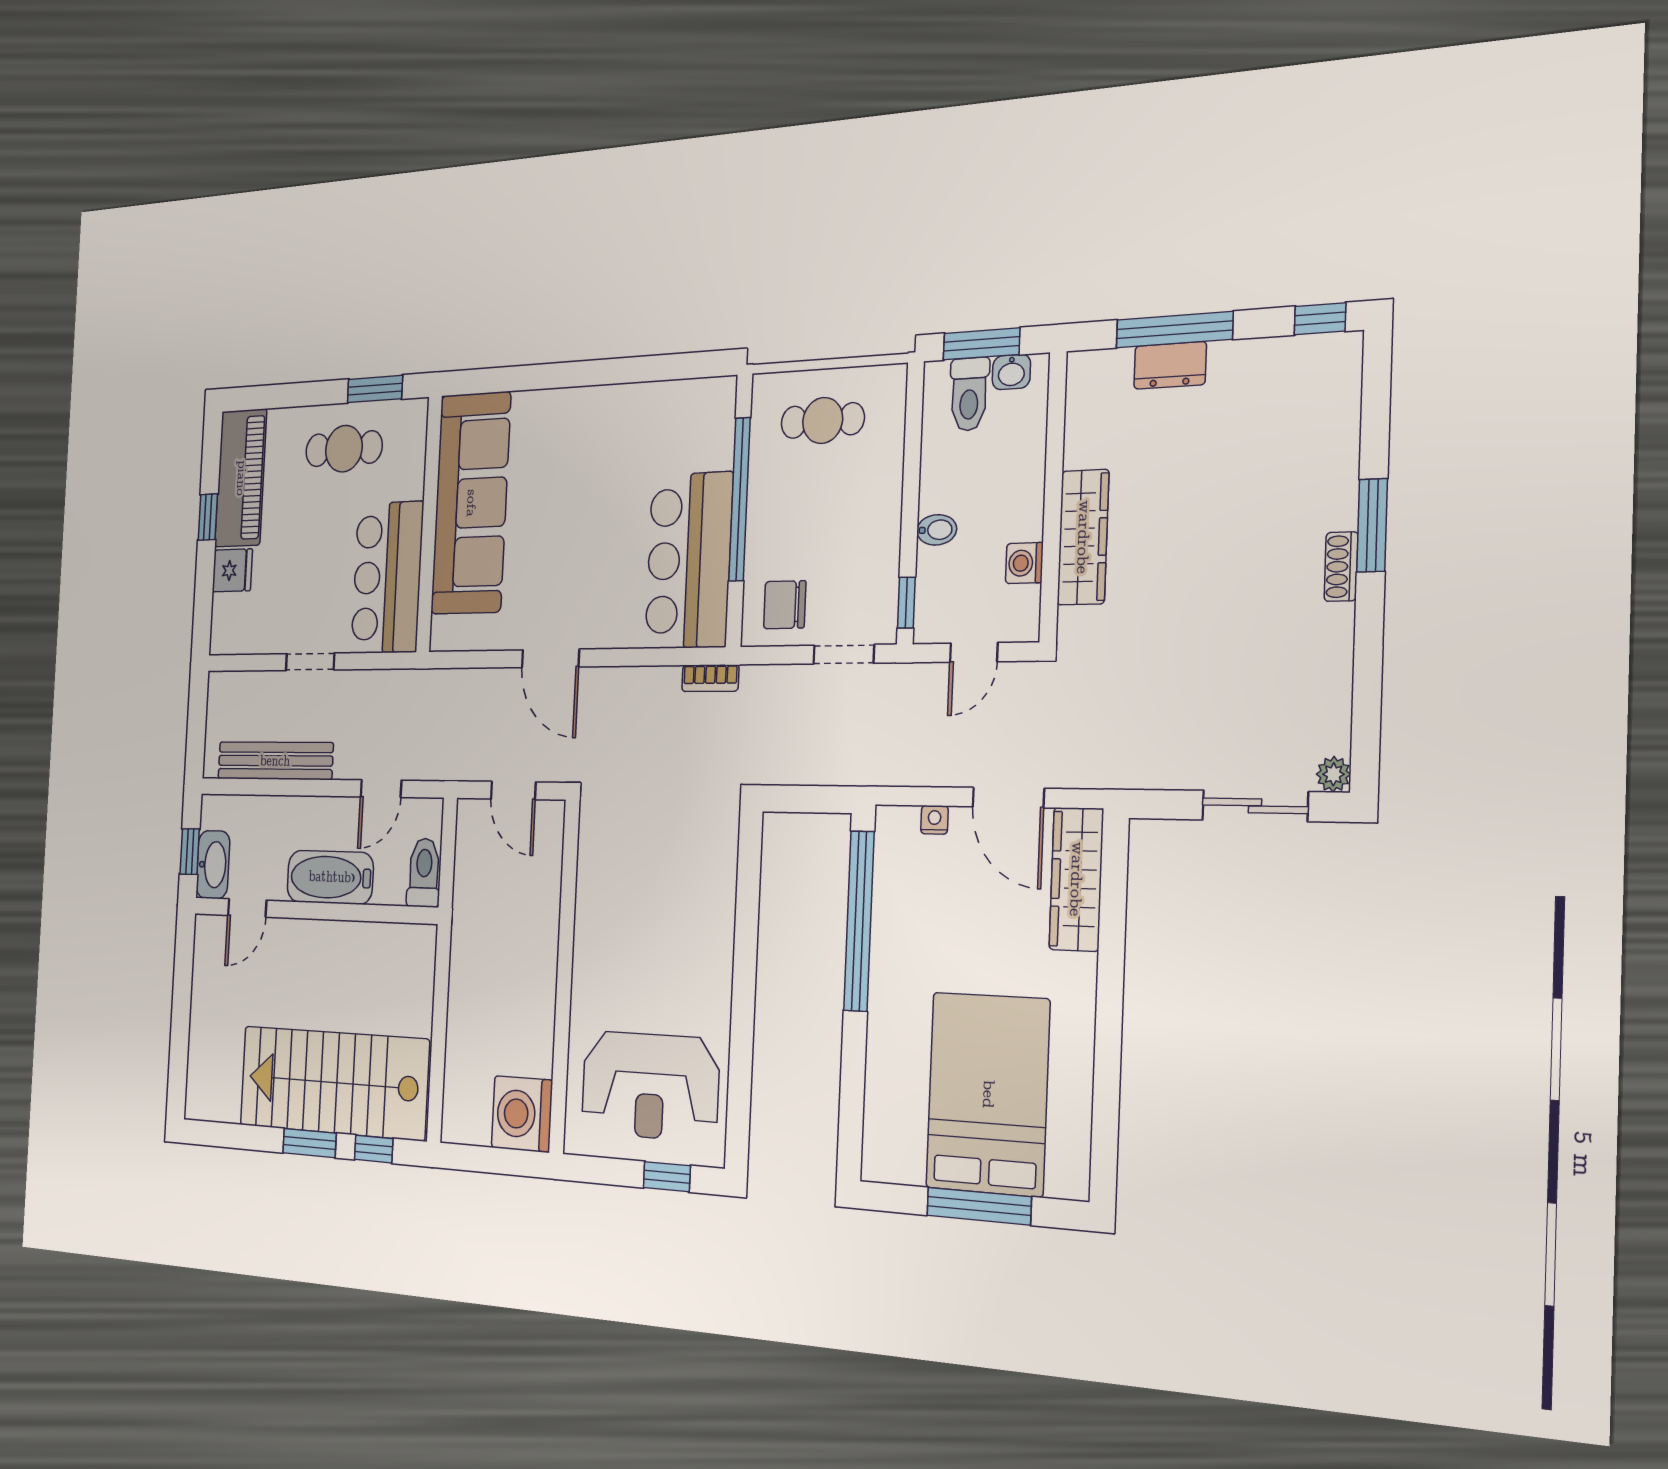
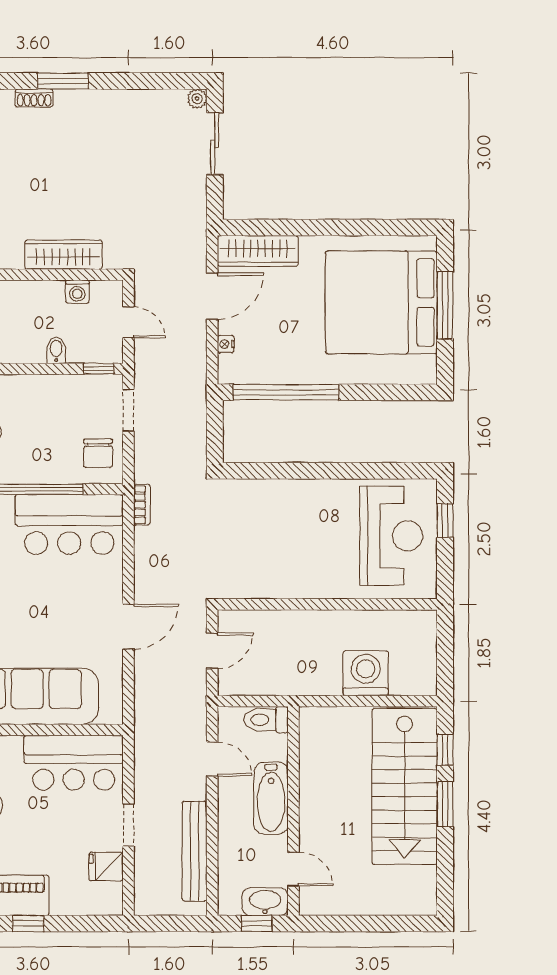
shoe rack: (1341, 567) -> (34, 98), moved
fridge: (232, 570) -> (106, 866), moved, turned -90
bed: (988, 1094) -> (381, 302), width x1.36
washing machine: (522, 1114) -> (366, 673), moved, turned 180

